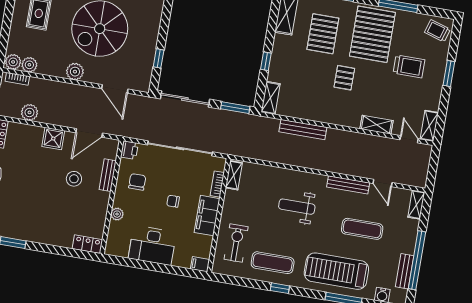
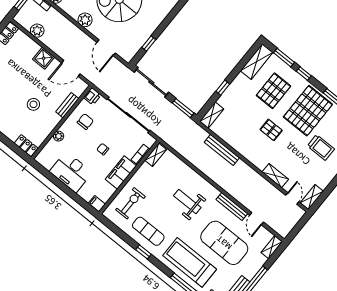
pallet: (344, 78) -> (271, 130), turned 90
stool: (74, 179) -> (33, 104), moved
exercise mat: (362, 229) -> (224, 243), width x2.00, depth x1.45

